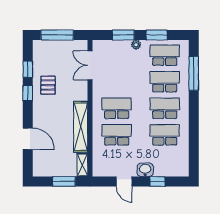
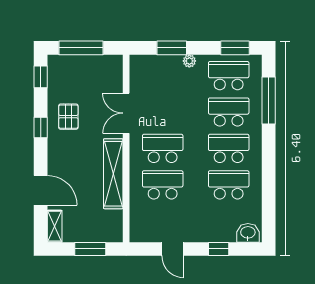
window: (156, 35) -> (235, 48), moved
double door: (90, 65) -> (126, 113), moved
window: (28, 69) -> (41, 77), moved
shelving: (82, 165) -> (55, 226), moved
washbasin: (145, 170) -> (248, 233), moved

